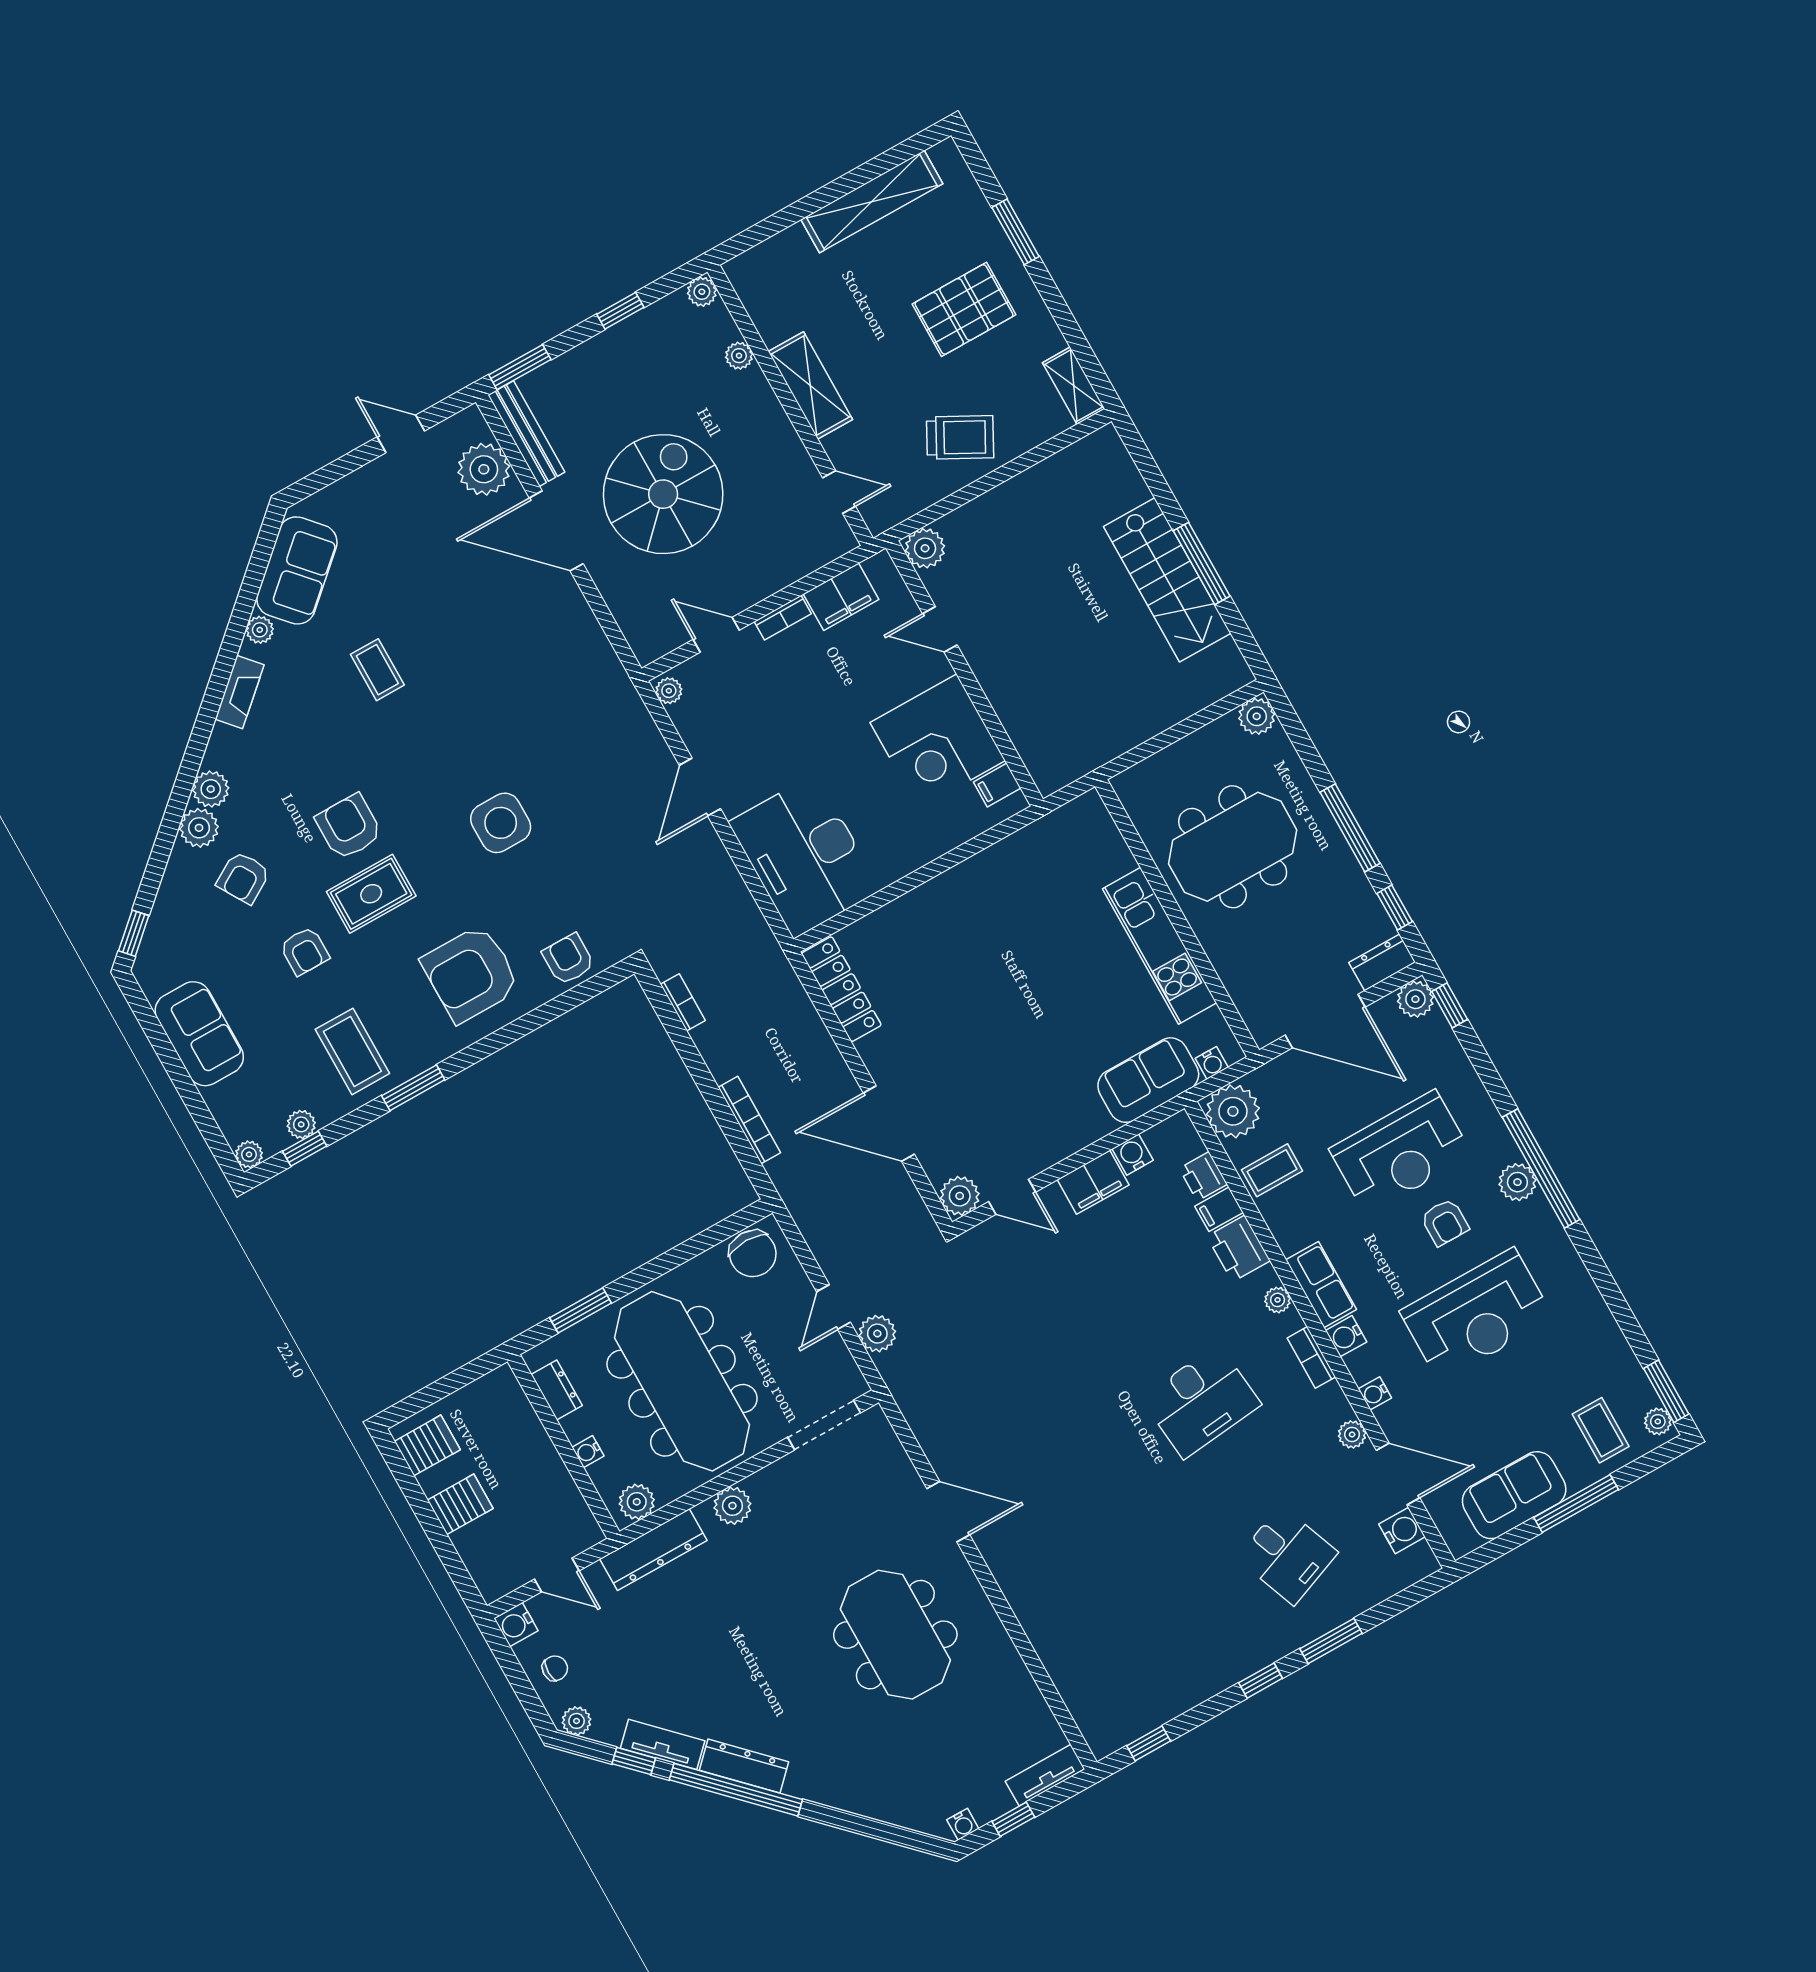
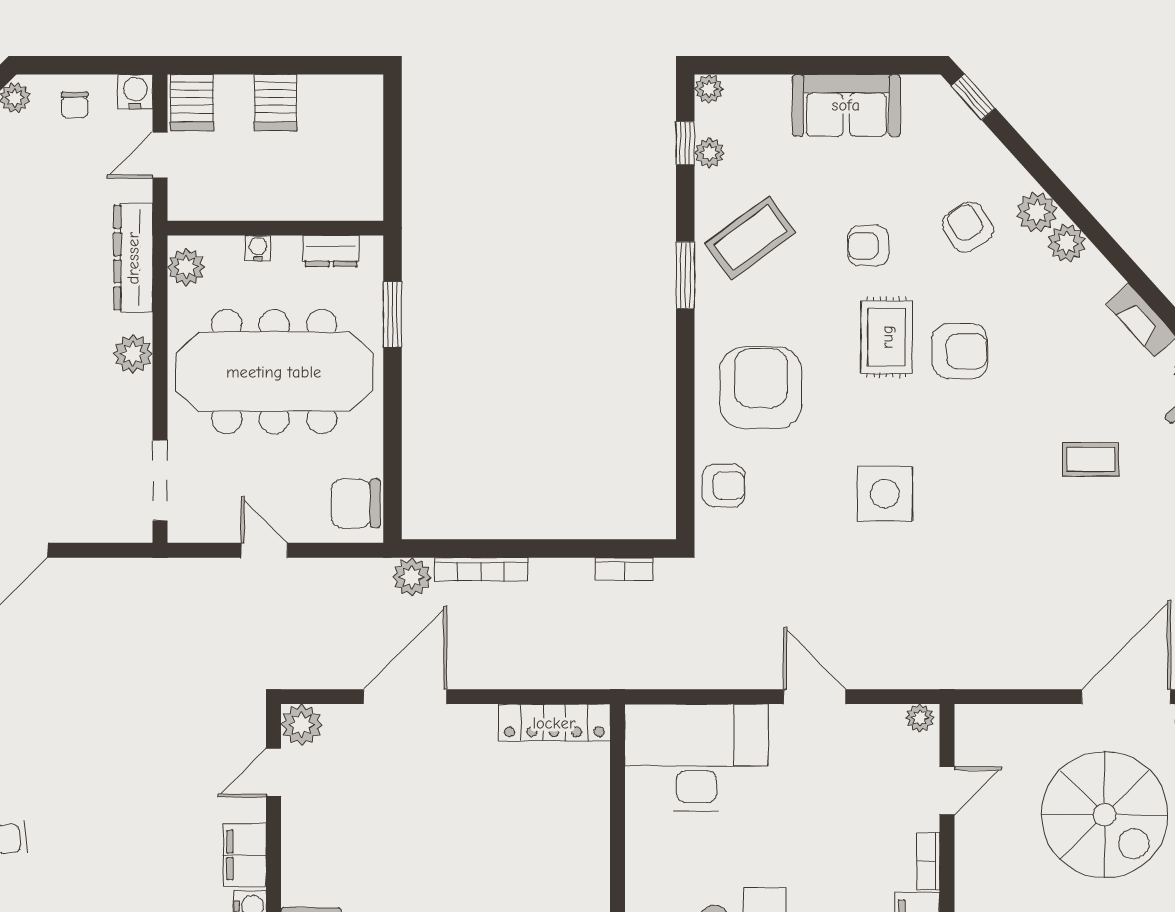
coffee table: (352, 1051) -> (750, 238), turned -36
plant: (877, 1334) -> (412, 577), moved
server rack: (427, 1445) -> (192, 103), moved

